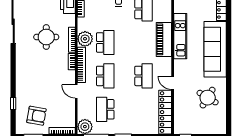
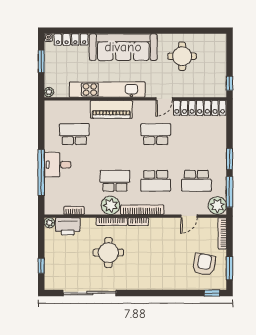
kitchen unit: (180, 36) -> (107, 90), width x1.36
school desk: (105, 76) -> (156, 181), turned 180
door: (76, 92) -> (189, 216), moved
round table: (208, 98) -> (182, 56), turned -31
window: (13, 103) -> (212, 293), moved

